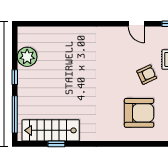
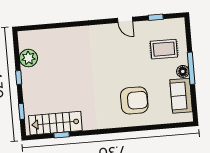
armchair: (147, 75) -> (138, 65), removed
window: (15, 114) -> (22, 111), width x0.46

